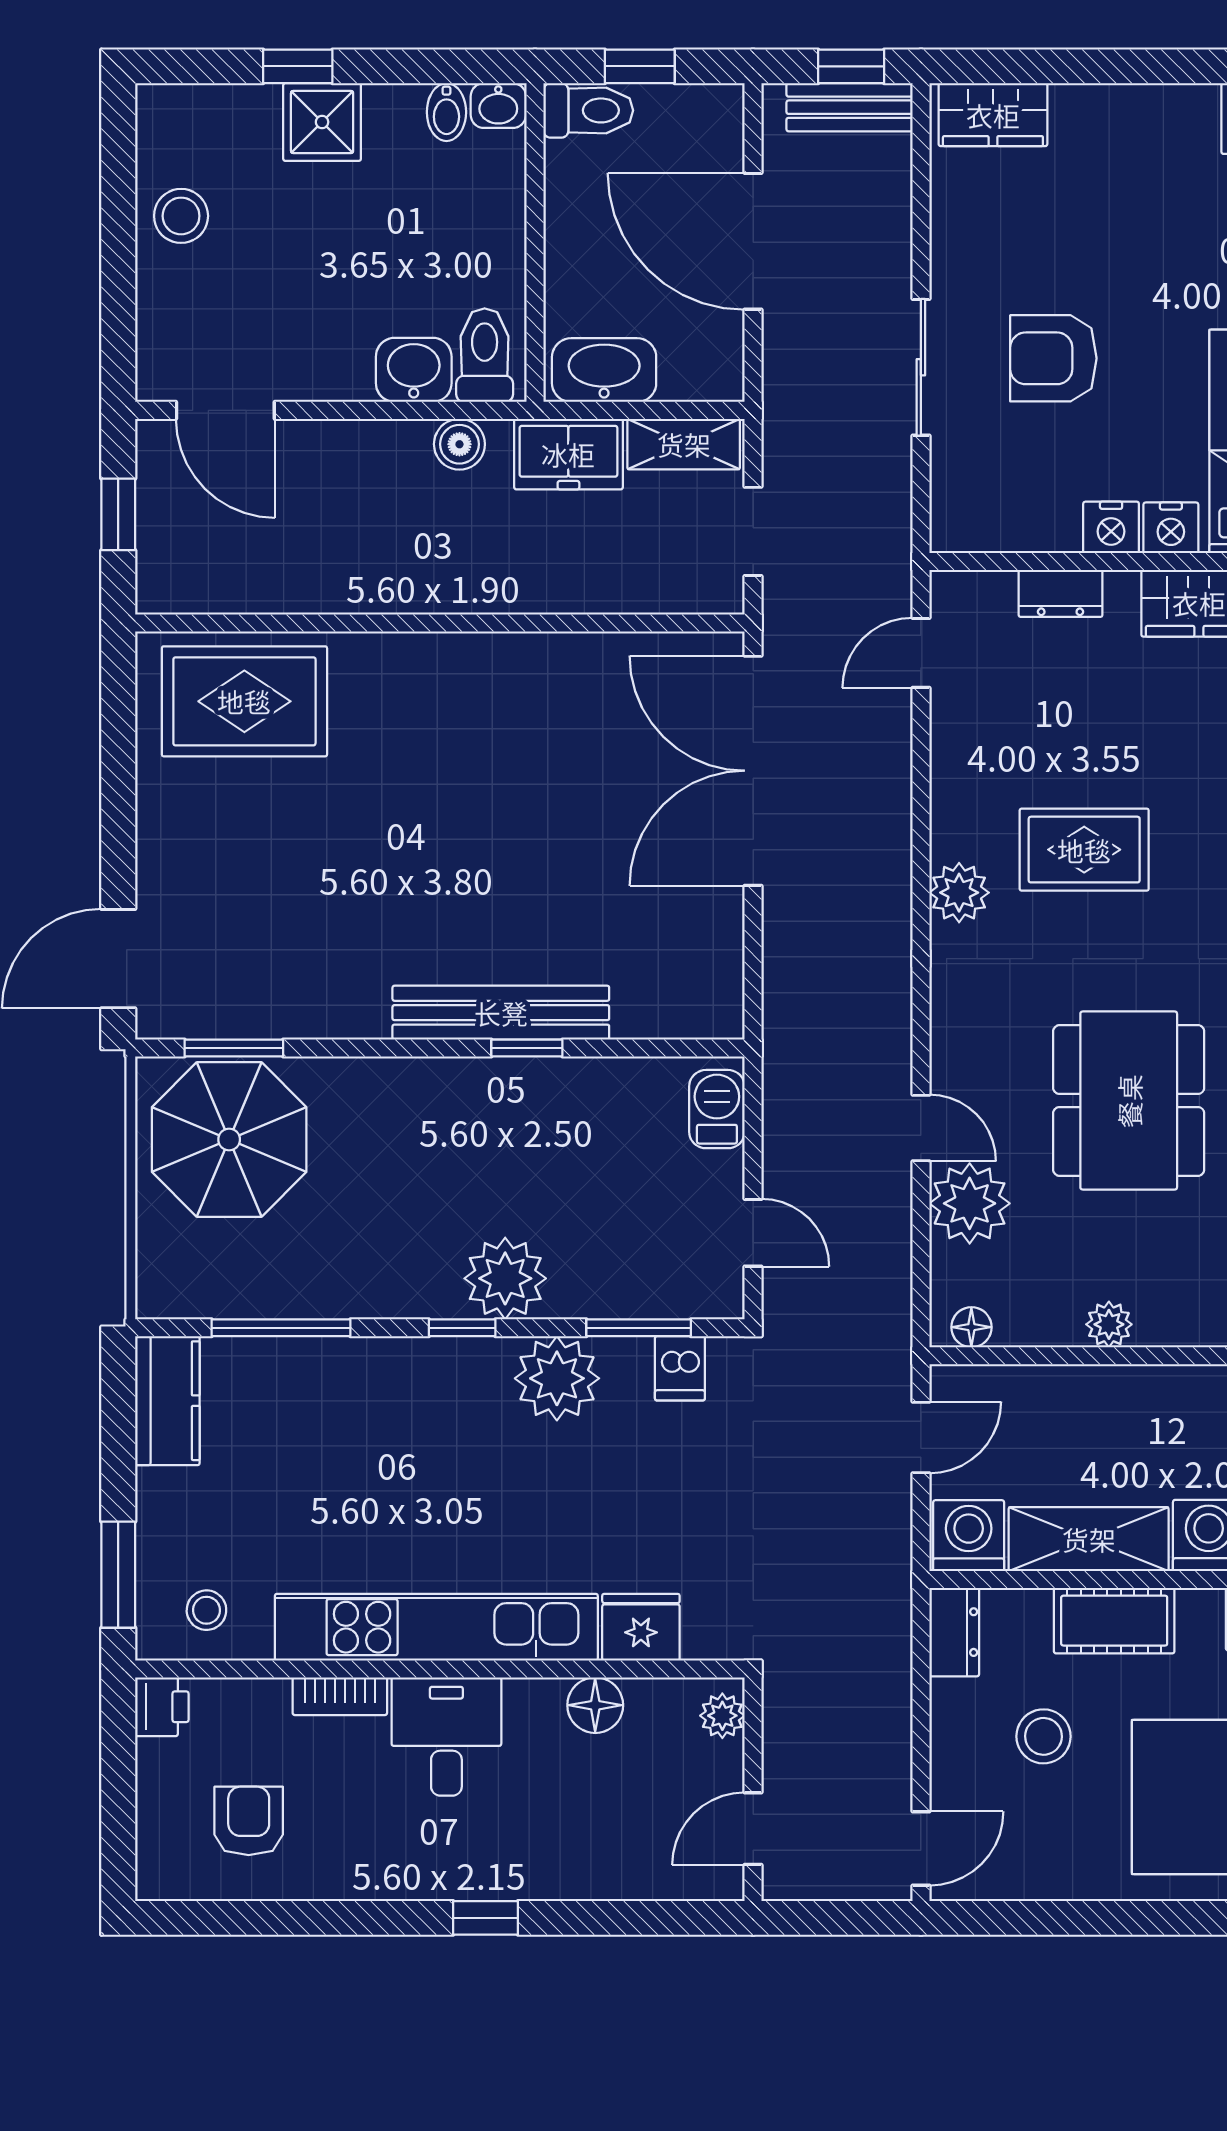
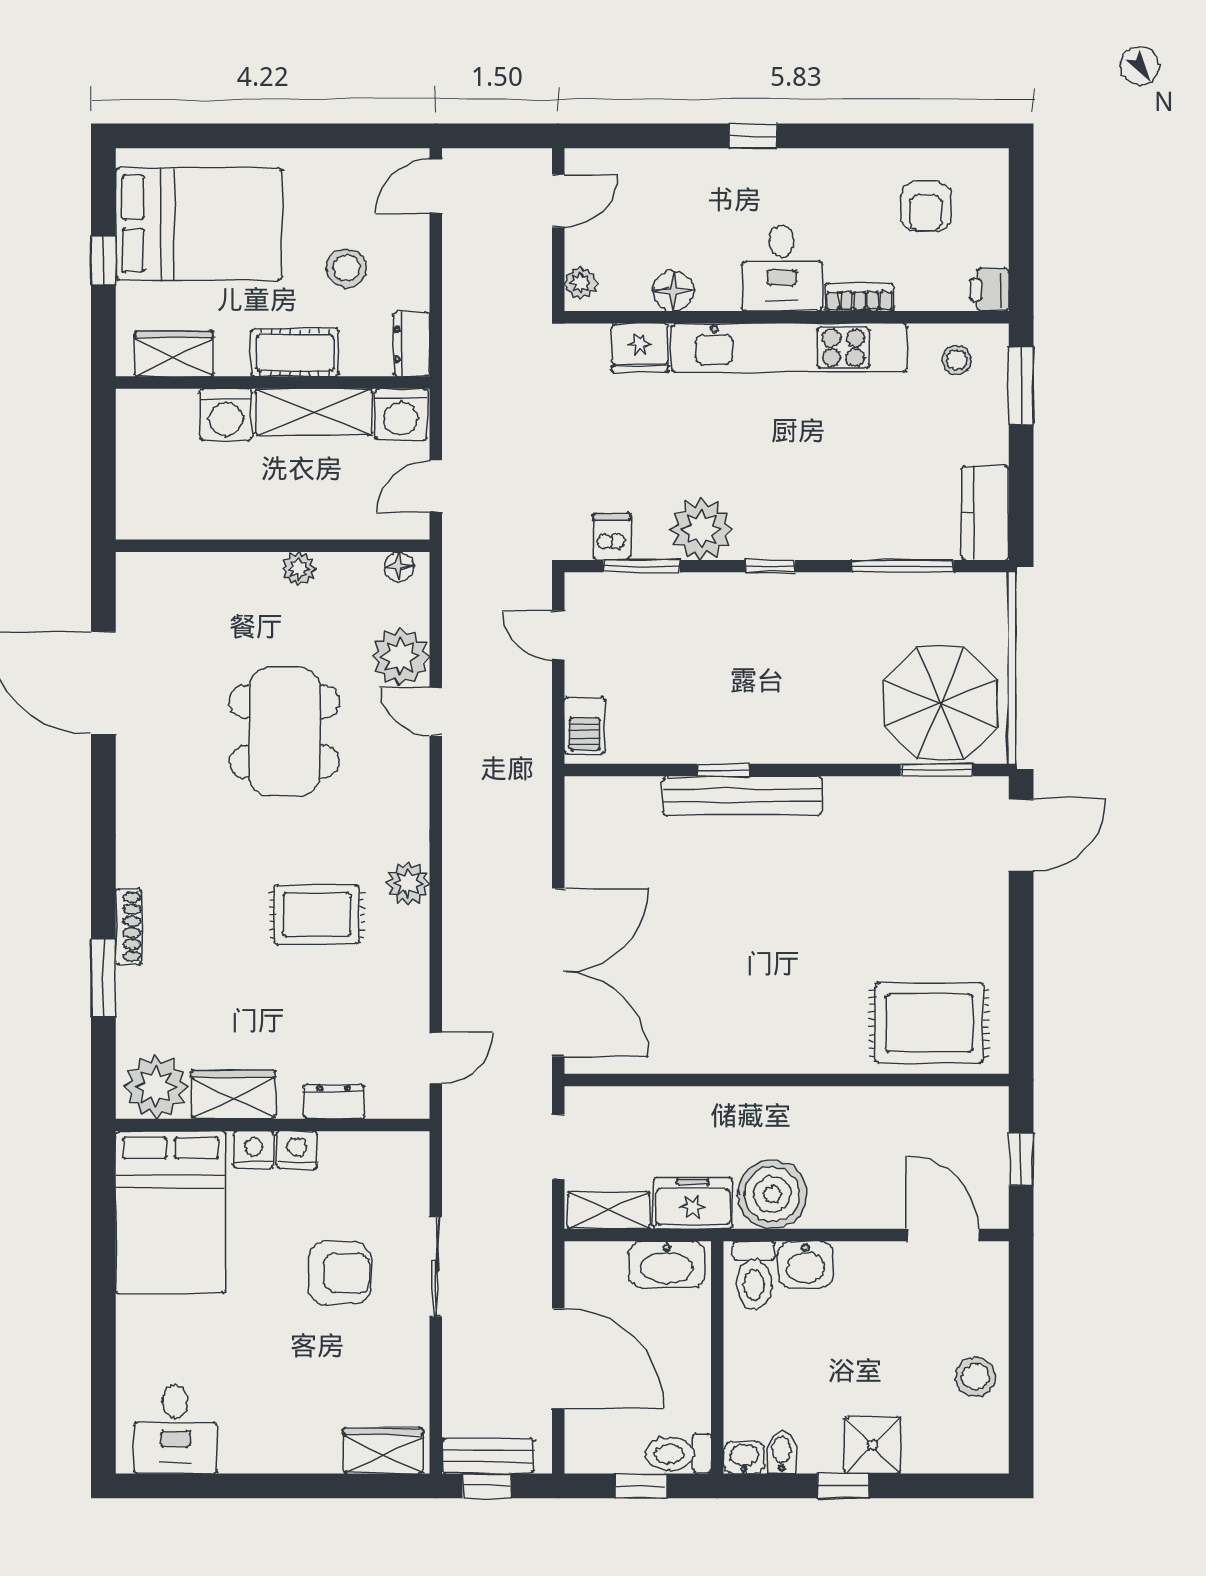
window: (298, 66) -> (843, 1486), moved
boiler: (459, 444) -> (772, 1194), width x1.86, depth x1.86
plant: (505, 1278) -> (739, 602), removed

